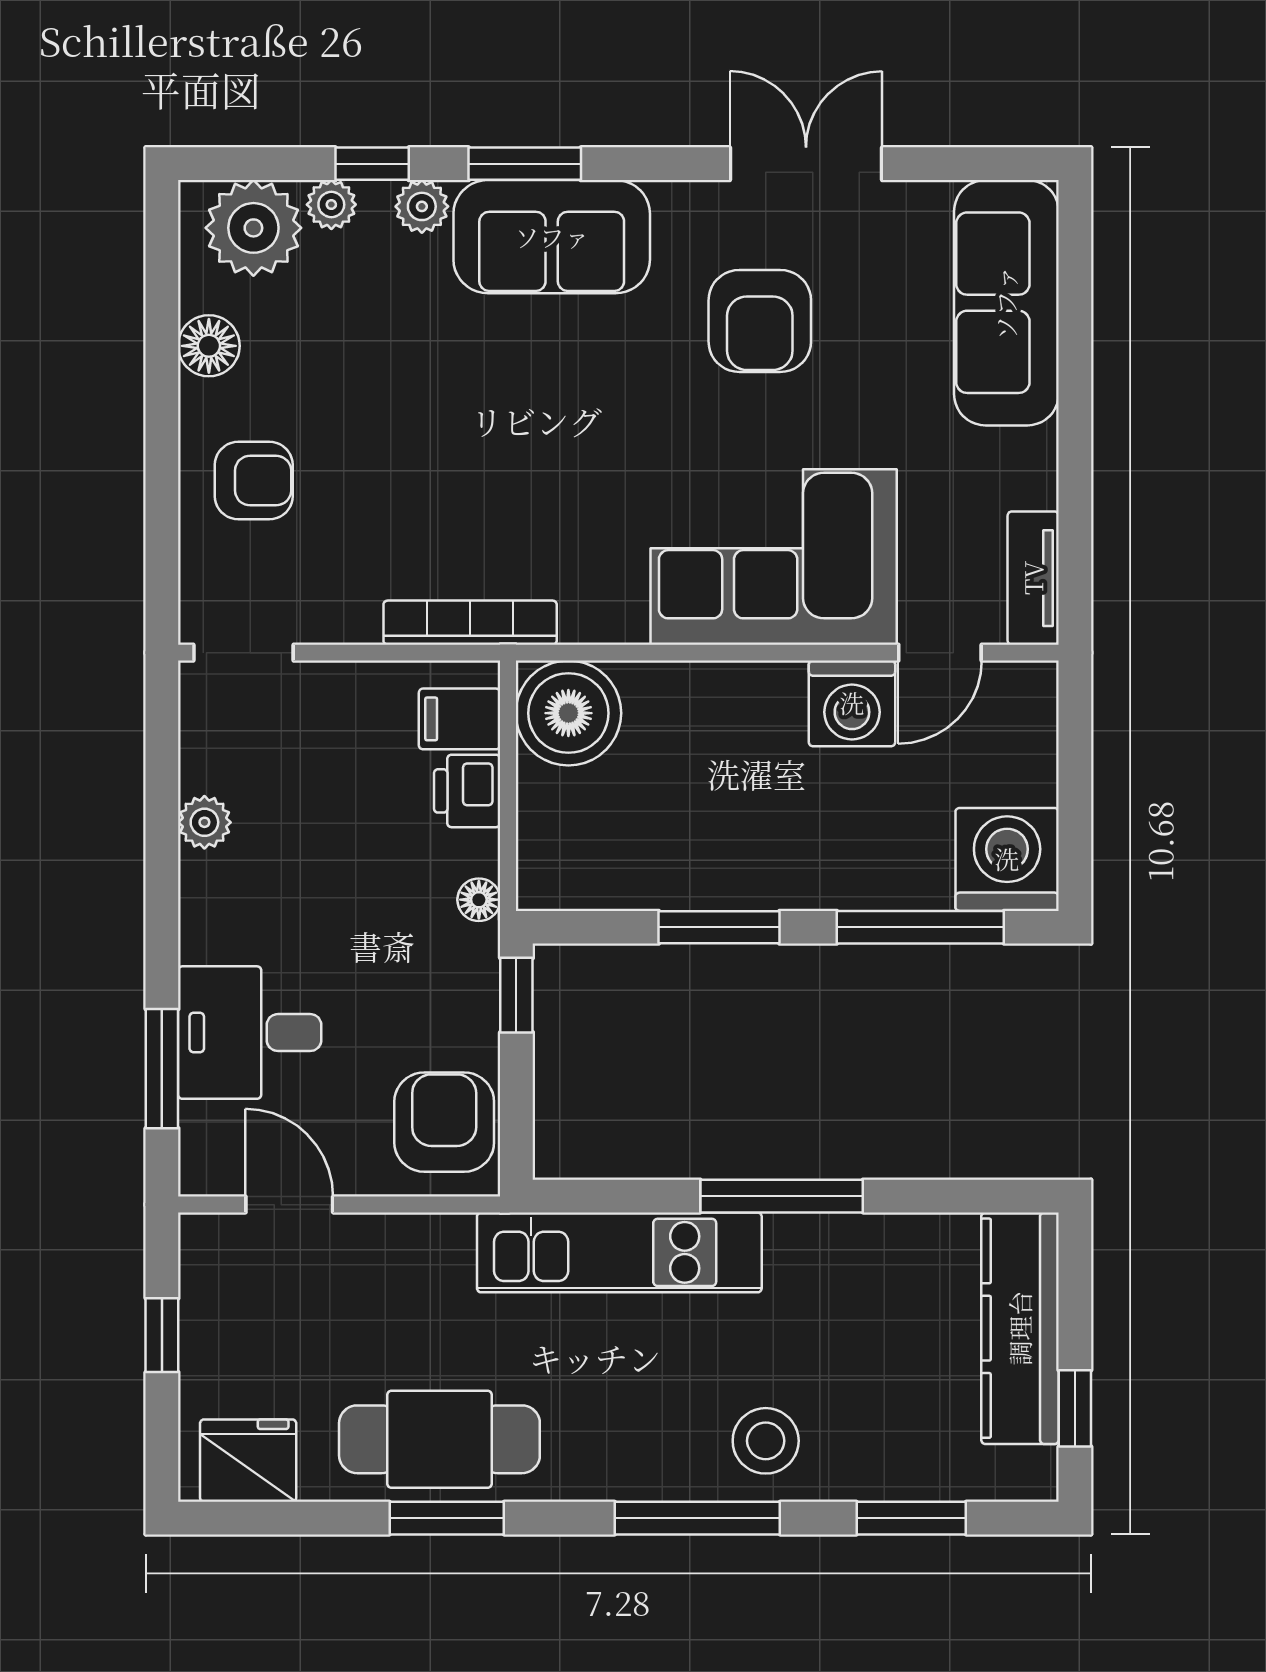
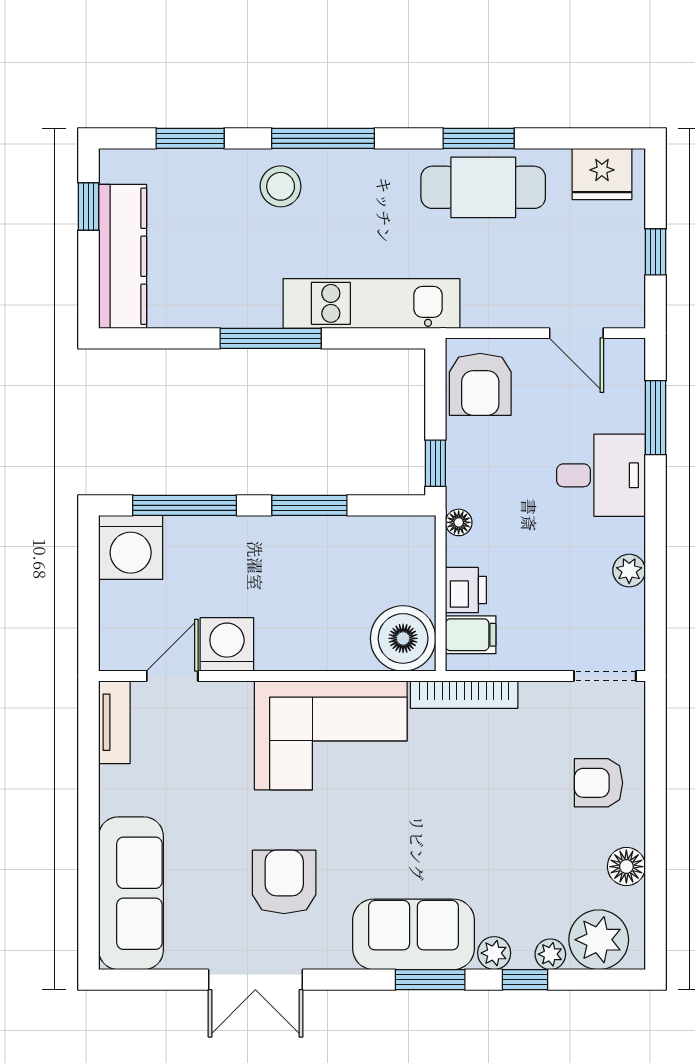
corner sofa: (774, 557) -> (331, 735), moved
desk: (250, 1033) -> (601, 475), moved

